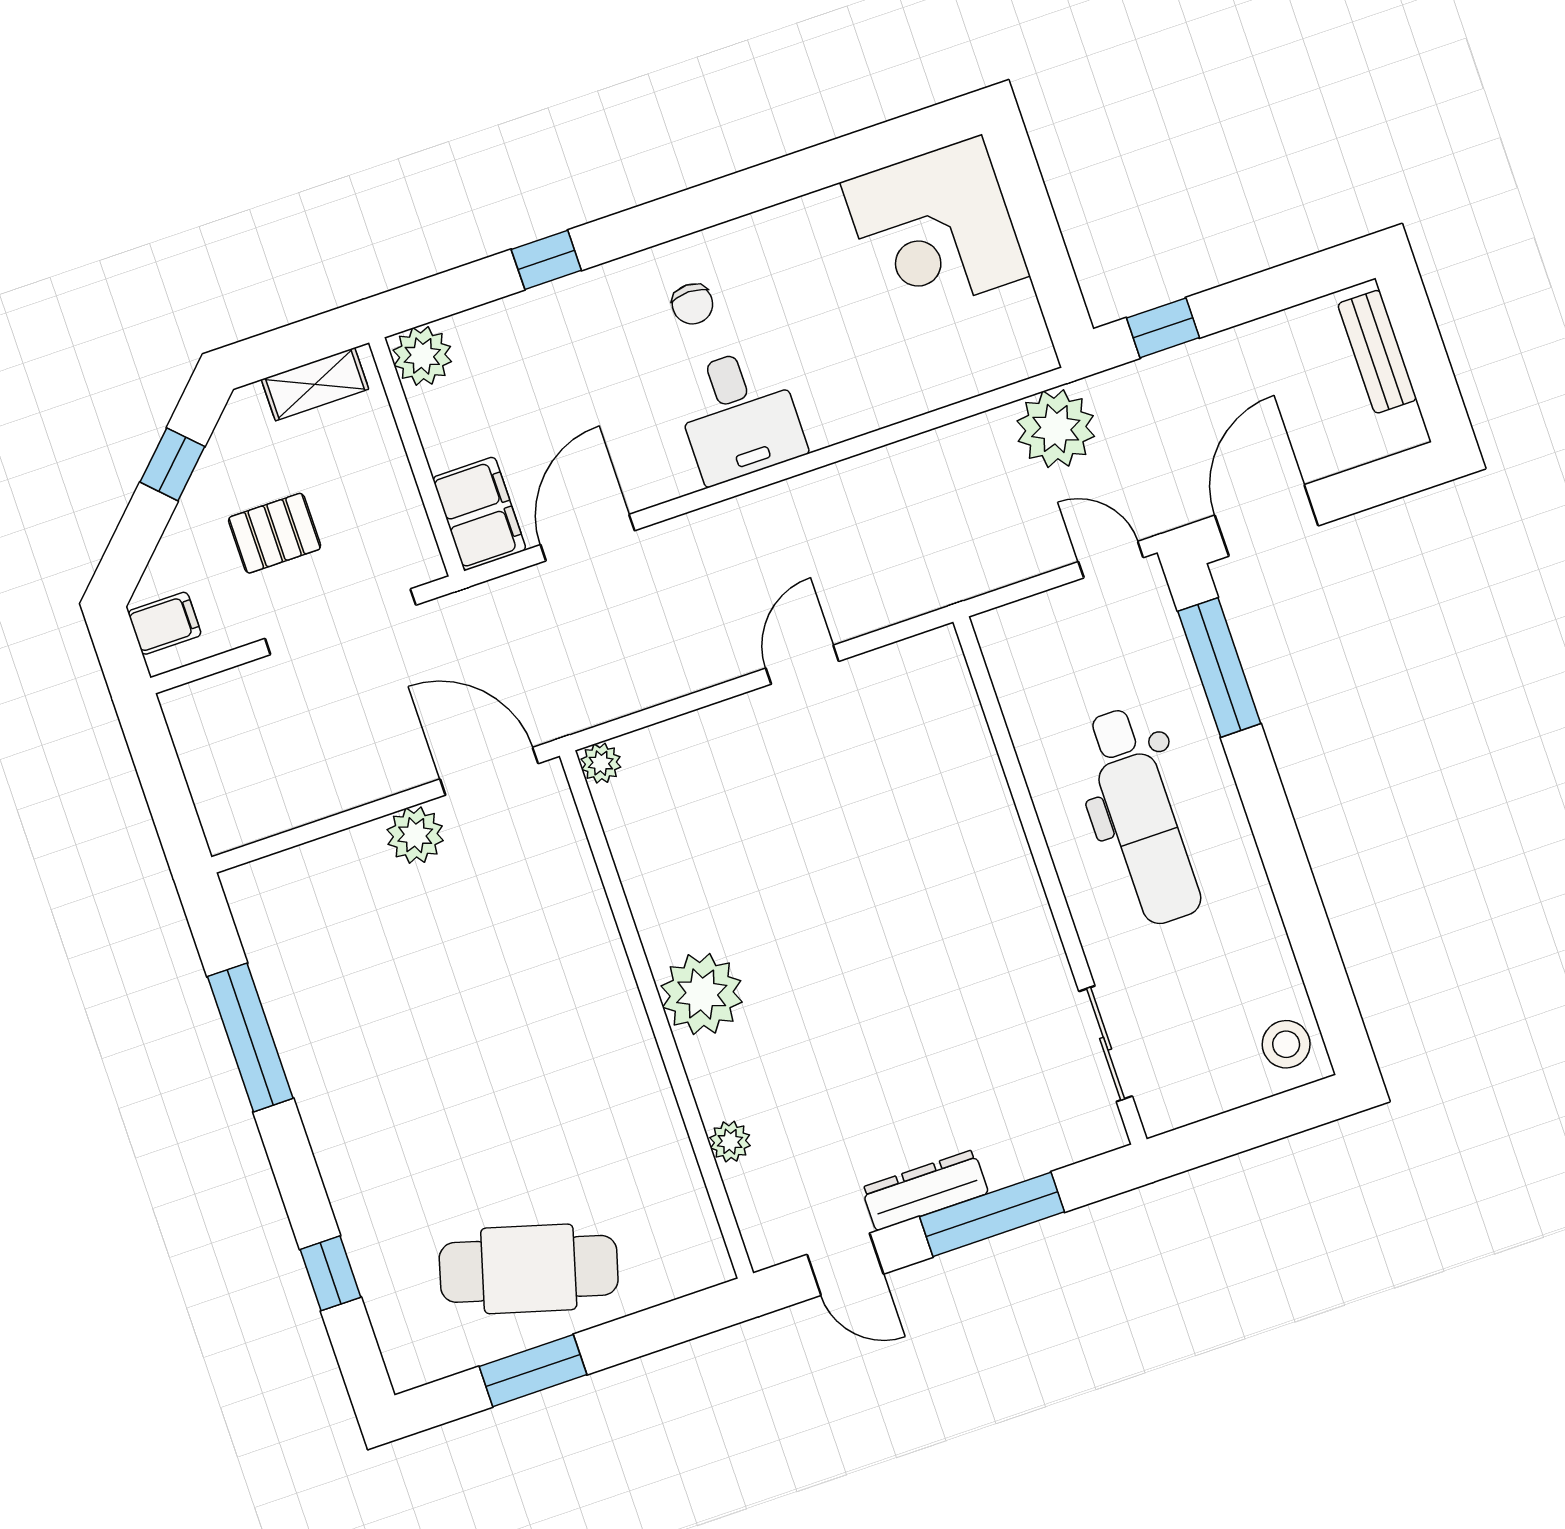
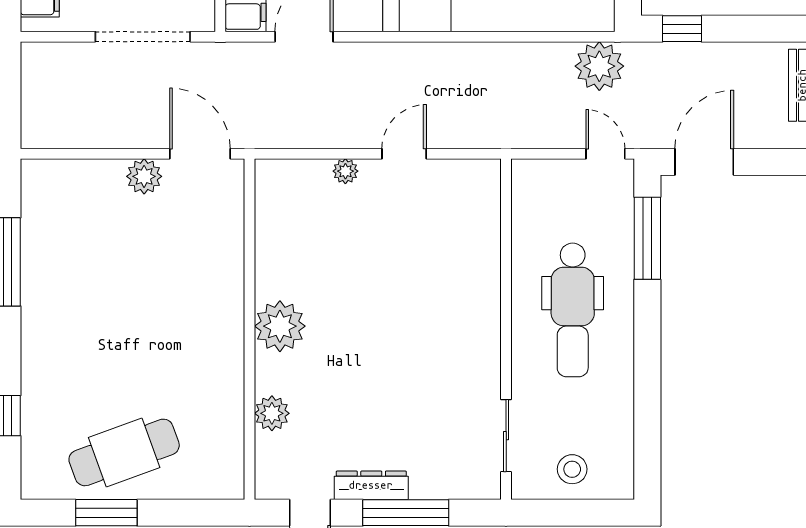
plant: (601, 763) -> (345, 171), moved
stool: (1286, 1044) -> (572, 469), moved
plant: (730, 1142) -> (272, 413), width x1.38, depth x1.38
cafe table: (529, 1269) -> (124, 452), turned -36

